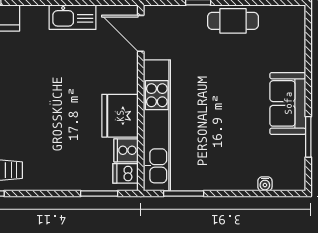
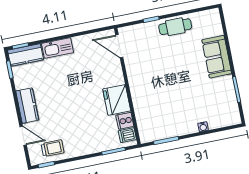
kitchen sink: (73, 17) -> (58, 48), moved
sofa: (288, 103) -> (217, 57), moved
kitchen unit: (157, 125) -> (141, 101), removed
water cooler: (265, 184) -> (203, 127), moved

